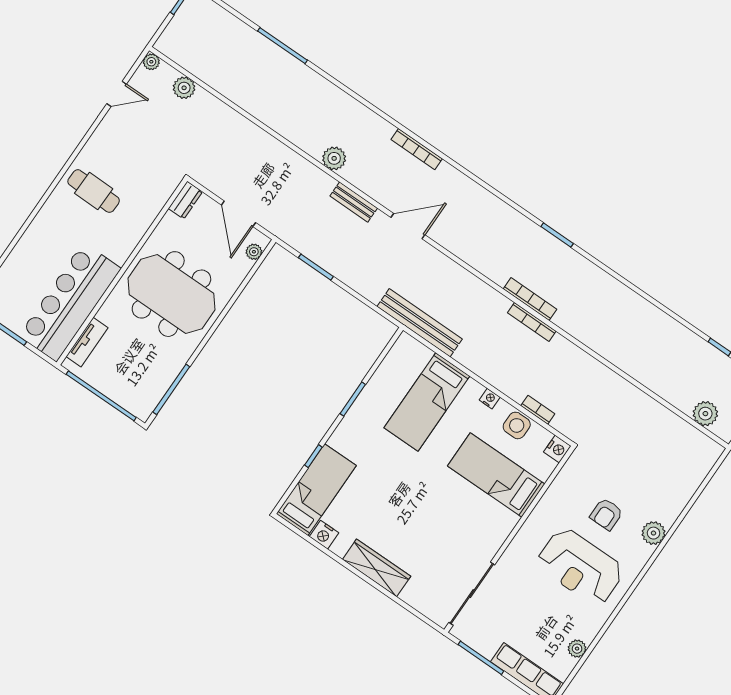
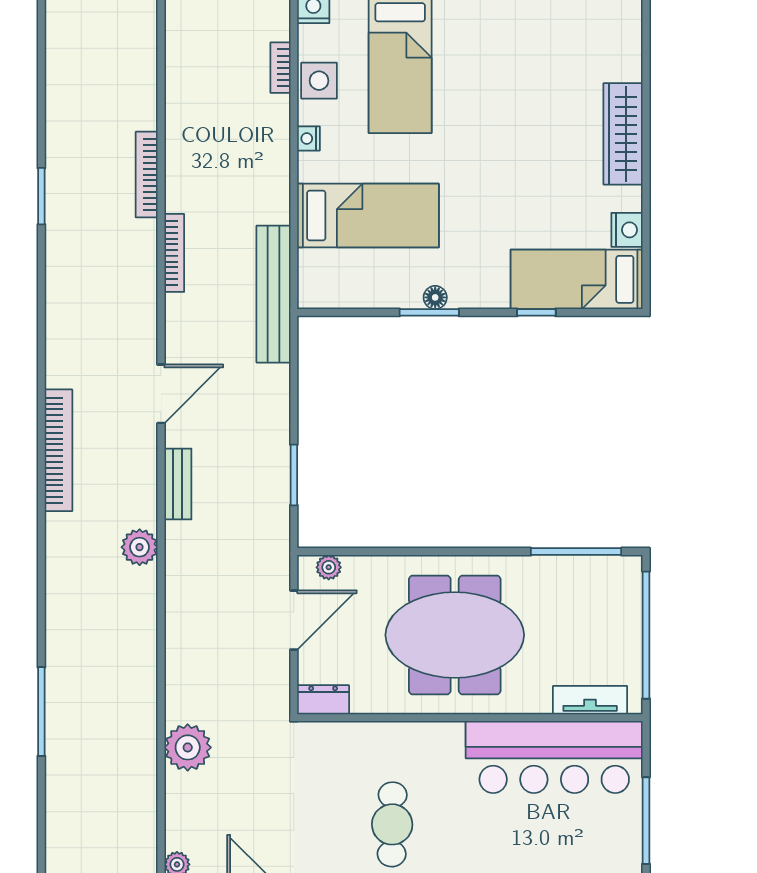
plant: (184, 88) -> (188, 747), moved, width x1.36, depth x1.36
bookcase: (417, 149) -> (59, 450), width x1.48, depth x1.31
door: (408, 226) -> (161, 394), swing flipped
meeting table: (171, 294) -> (455, 635), turned 90
bookcase: (532, 322) -> (174, 253), moved
floor lamp: (359, 408) -> (435, 297), added

